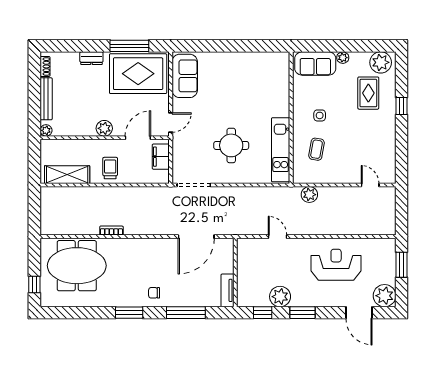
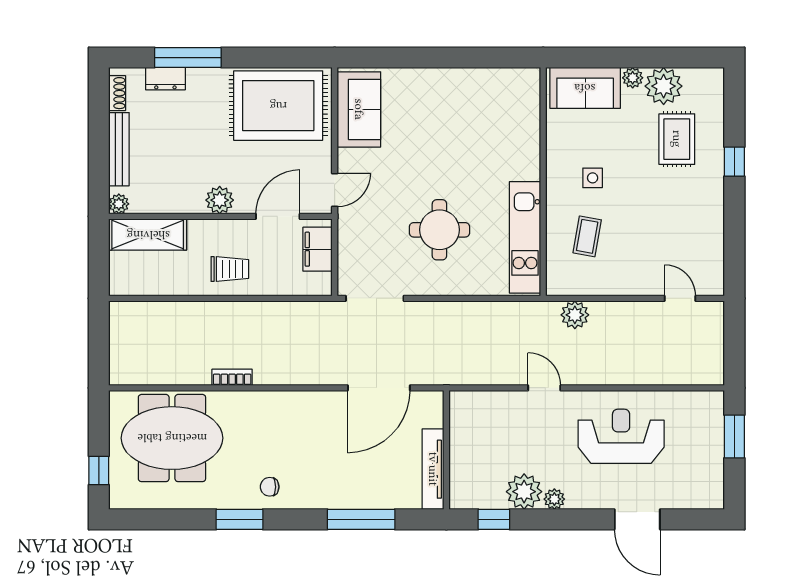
window: (129, 46) -> (188, 58), moved
dresser: (91, 58) -> (165, 79), moved
plant: (381, 62) -> (664, 86), moved
trolley: (110, 168) -> (230, 269), turned 90
shelving: (67, 175) -> (148, 235), moved
door: (277, 237) -> (544, 388), moved
tv unit: (227, 290) -> (433, 469), width x1.41
chair: (154, 293) -> (270, 487), moved
plant: (385, 296) -> (554, 499), moved, width x0.53, depth x0.53
window: (129, 313) -> (239, 519), moved
window: (302, 313) -> (563, 519), removed
door: (359, 313) -> (637, 519), moved

